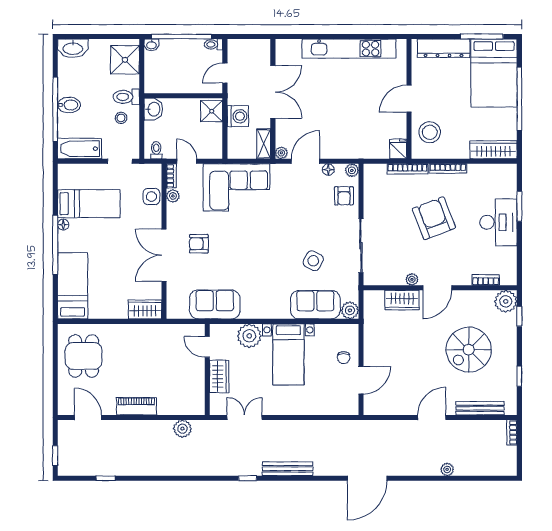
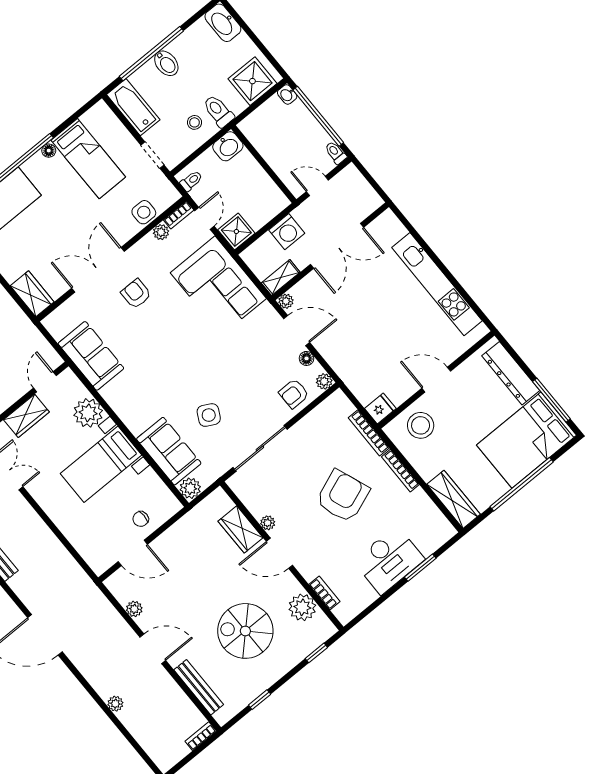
shower: (212, 111) -> (236, 231), moved
plant: (506, 301) -> (302, 607), moved
plant: (397, 408) -> (134, 609), added

